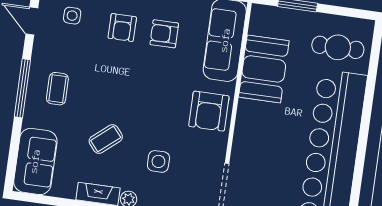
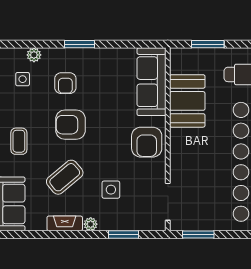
armchair: (164, 34) -> (71, 125), moved, width x1.38, depth x1.38
coffee table: (106, 139) -> (65, 177), width x1.36, depth x1.30

